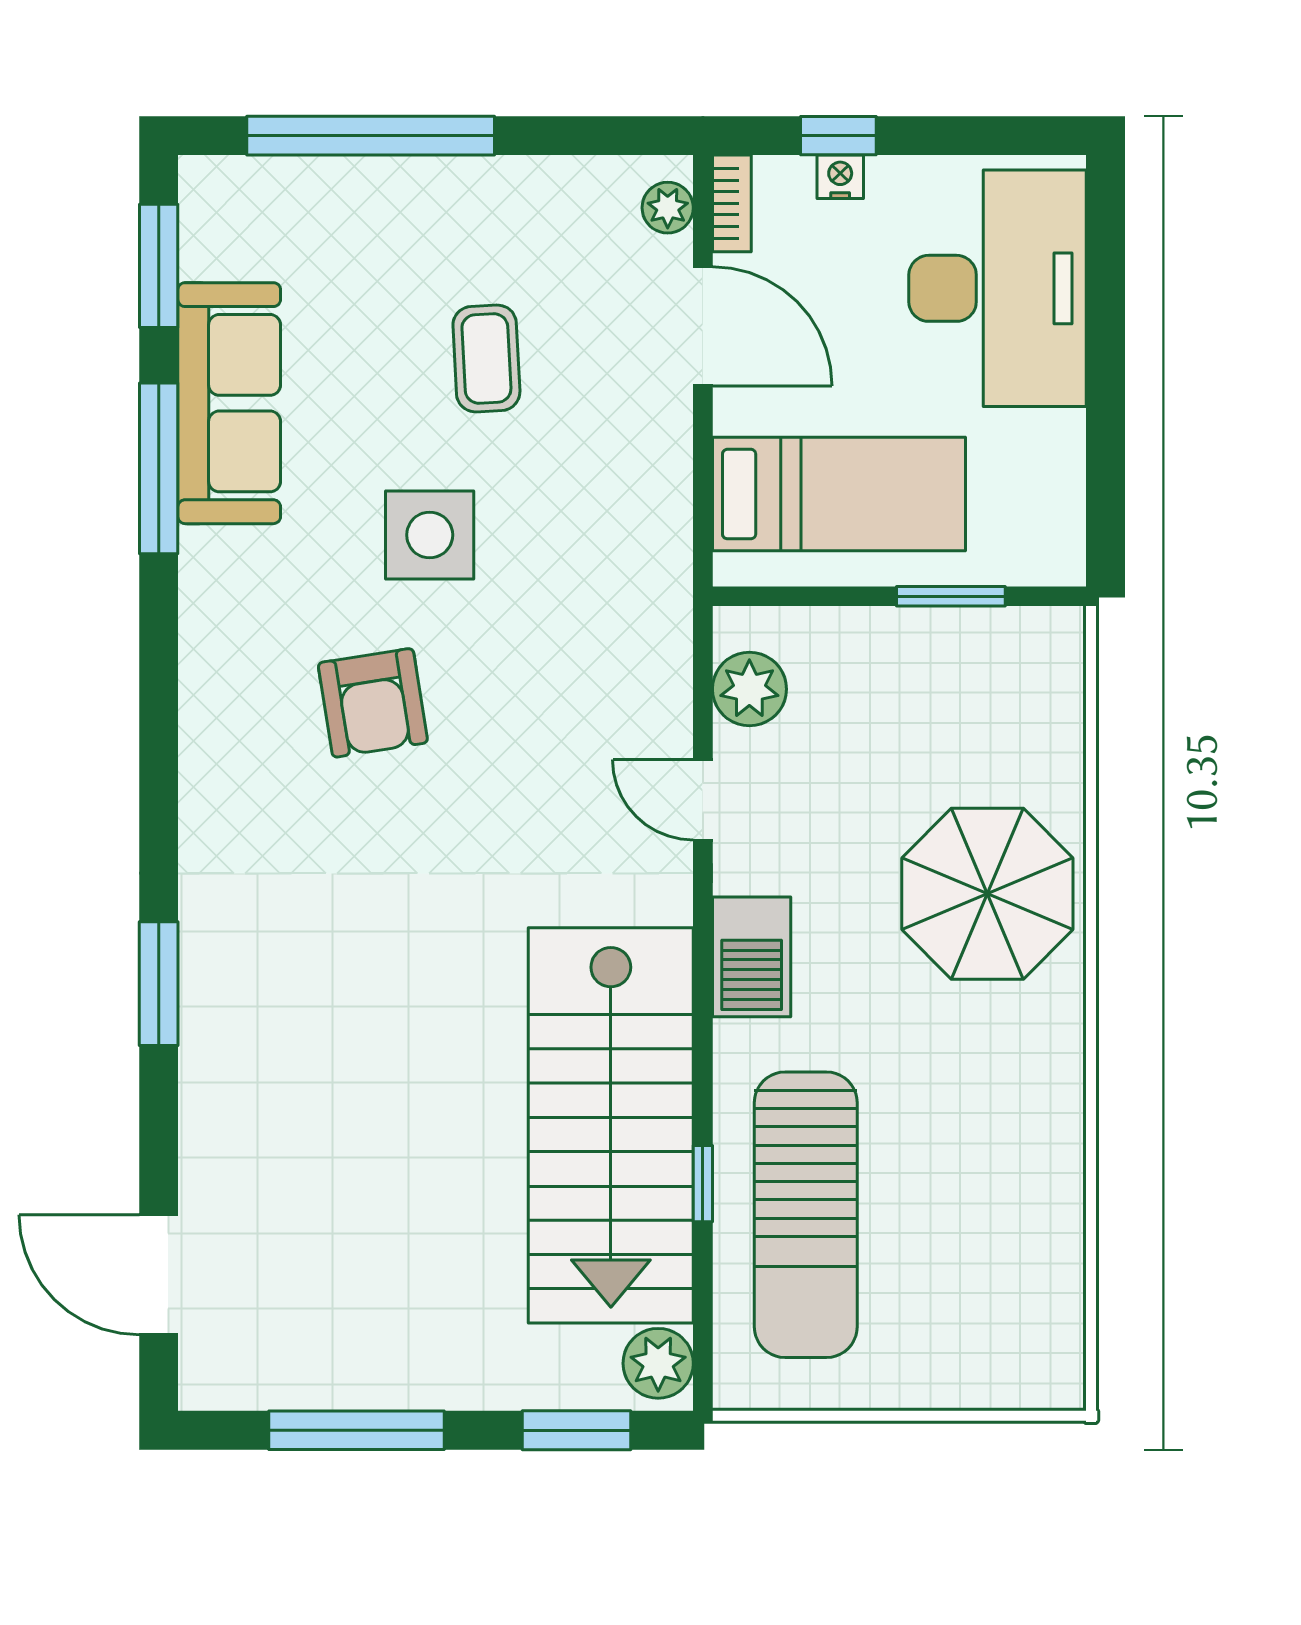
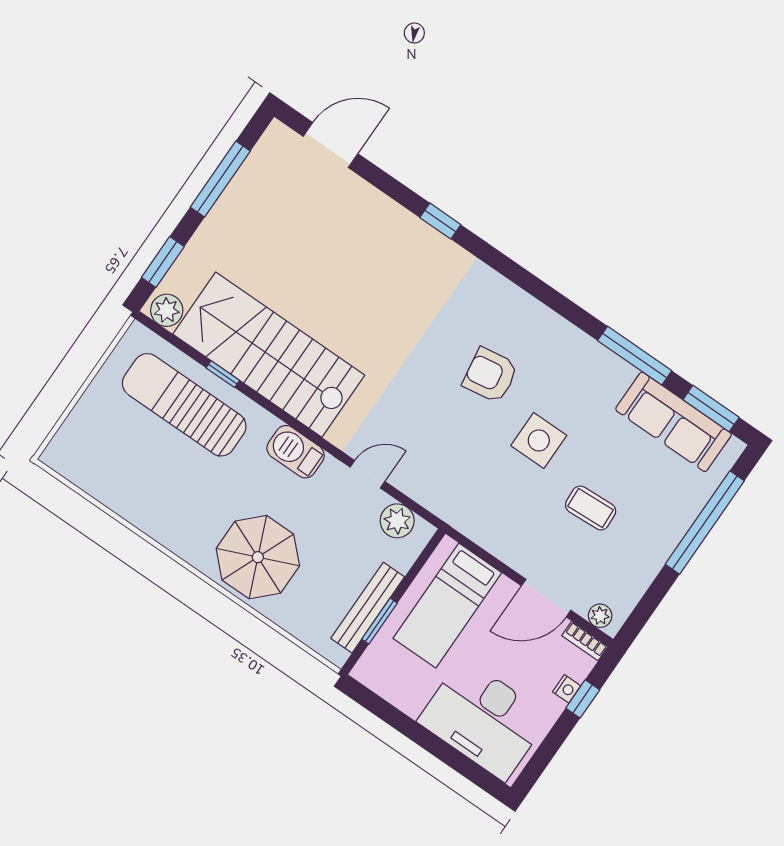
sofa: (229, 403) -> (673, 422), moved
bench: (942, 634) -> (368, 608), added
window: (159, 984) -> (440, 221), width x0.67

